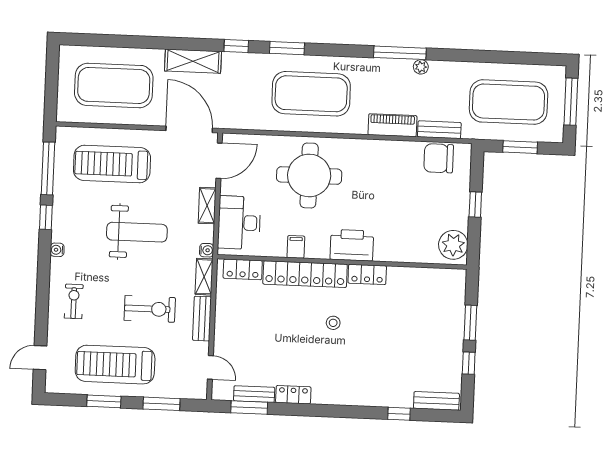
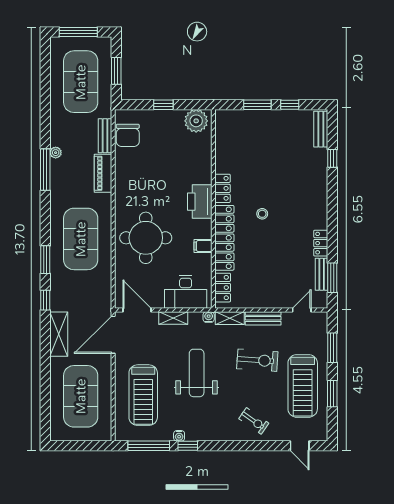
water cooler: (57, 250) -> (179, 436), moved
exercise bike: (74, 301) -> (254, 421), turned -145
exercise bike: (150, 309) -> (257, 360), turned 94

